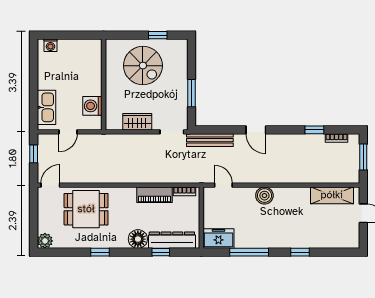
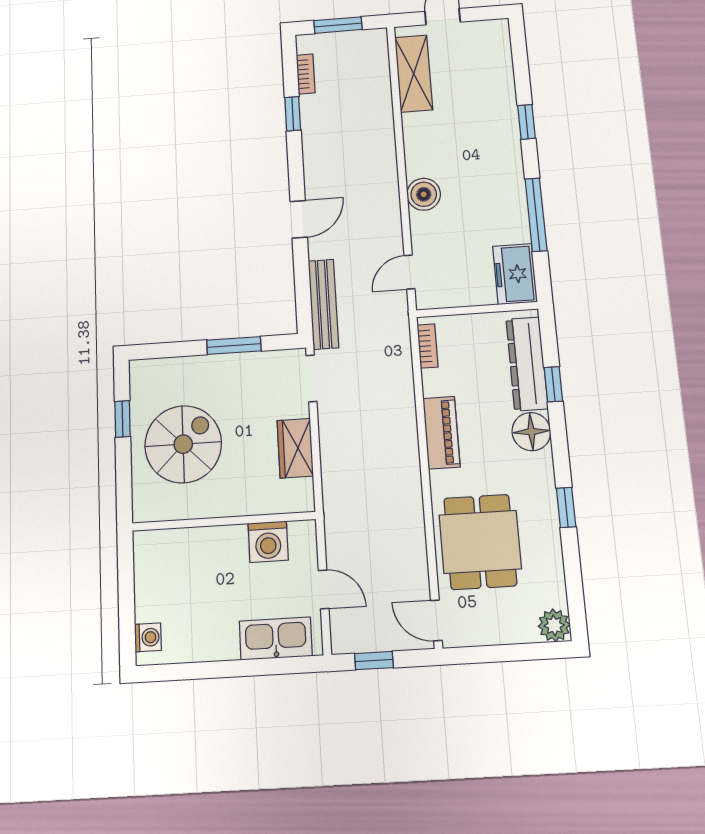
piano: (155, 195) -> (441, 433), moved

